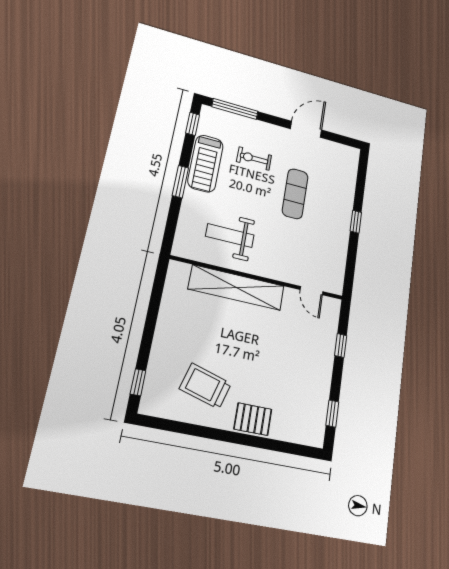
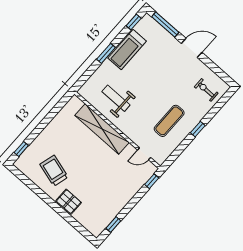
door: (306, 129) -> (192, 48), moved
exercise bike: (254, 159) -> (206, 90), moved
exercise mat: (295, 194) -> (169, 121), moved
door: (312, 291) -> (144, 154), hinge flipped
window: (341, 346) -> (152, 181), moved

